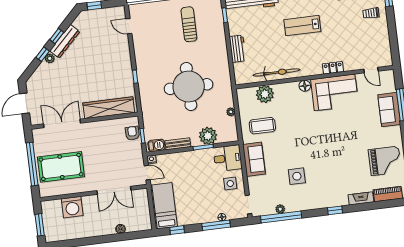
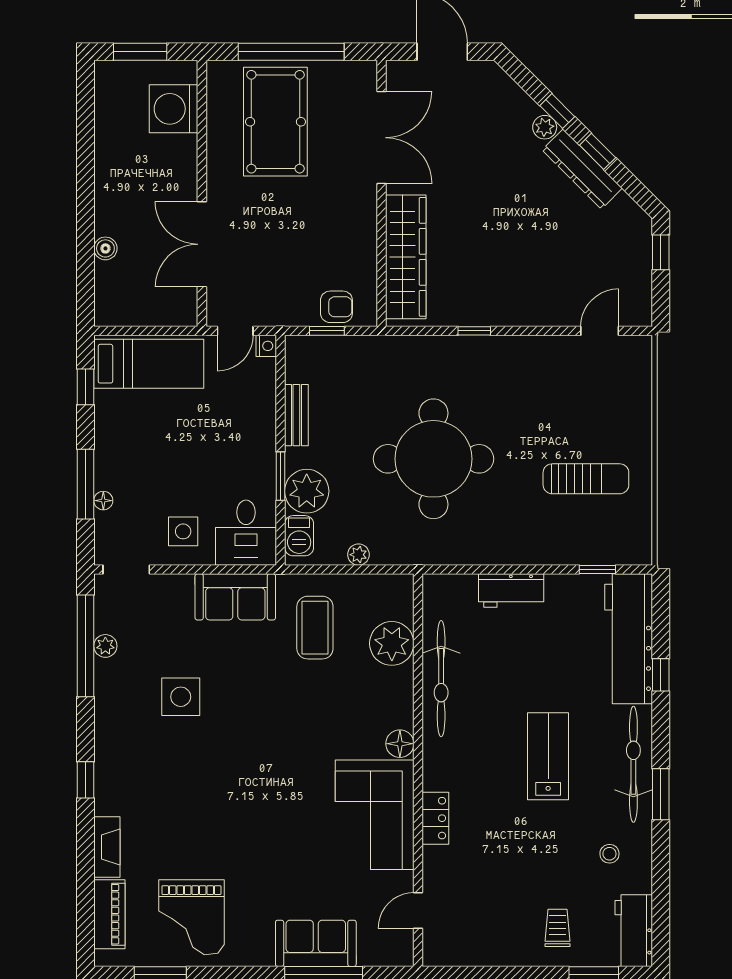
barbecue: (156, 145) -> (299, 536), moved
washing machine: (72, 207) -> (174, 109), moved

